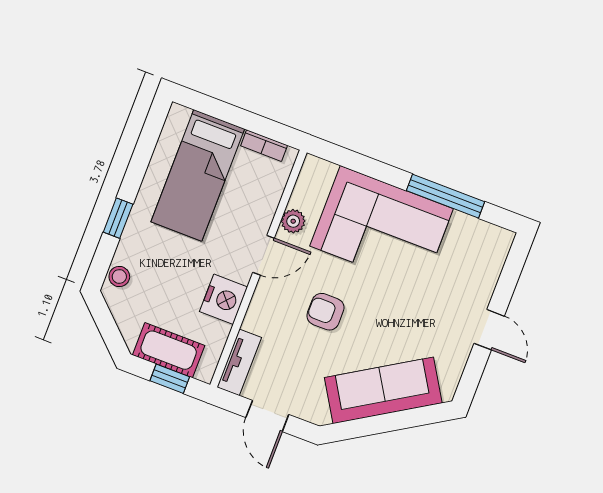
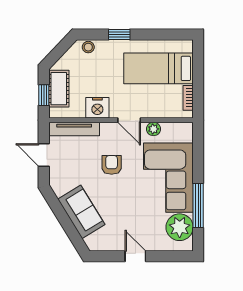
plant: (469, 240) -> (180, 227), added
door: (489, 330) -> (135, 256), swing flipped
tv unit: (239, 362) -> (74, 129), width x1.41
sofa: (383, 390) -> (81, 212), width x0.73
door: (267, 416) -> (44, 155), hinge flipped

